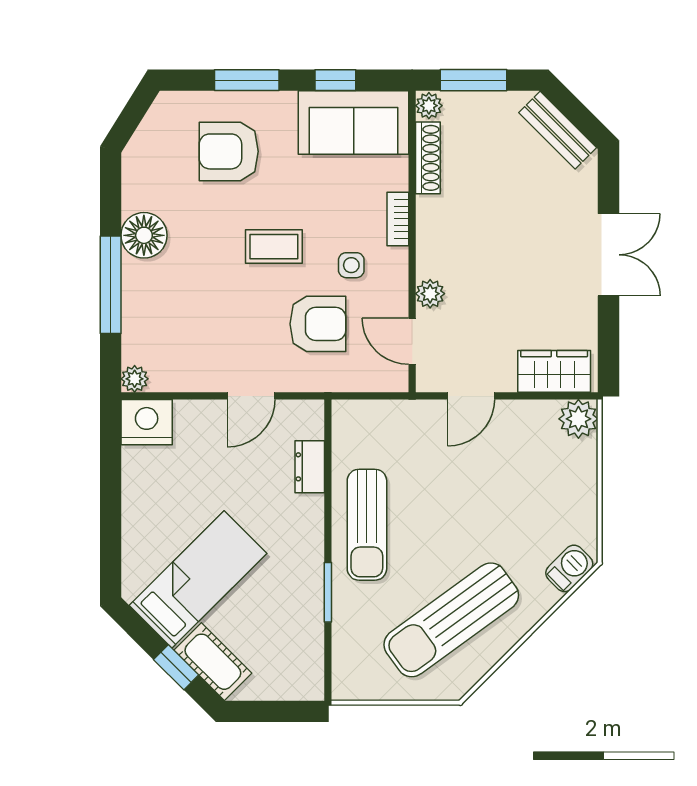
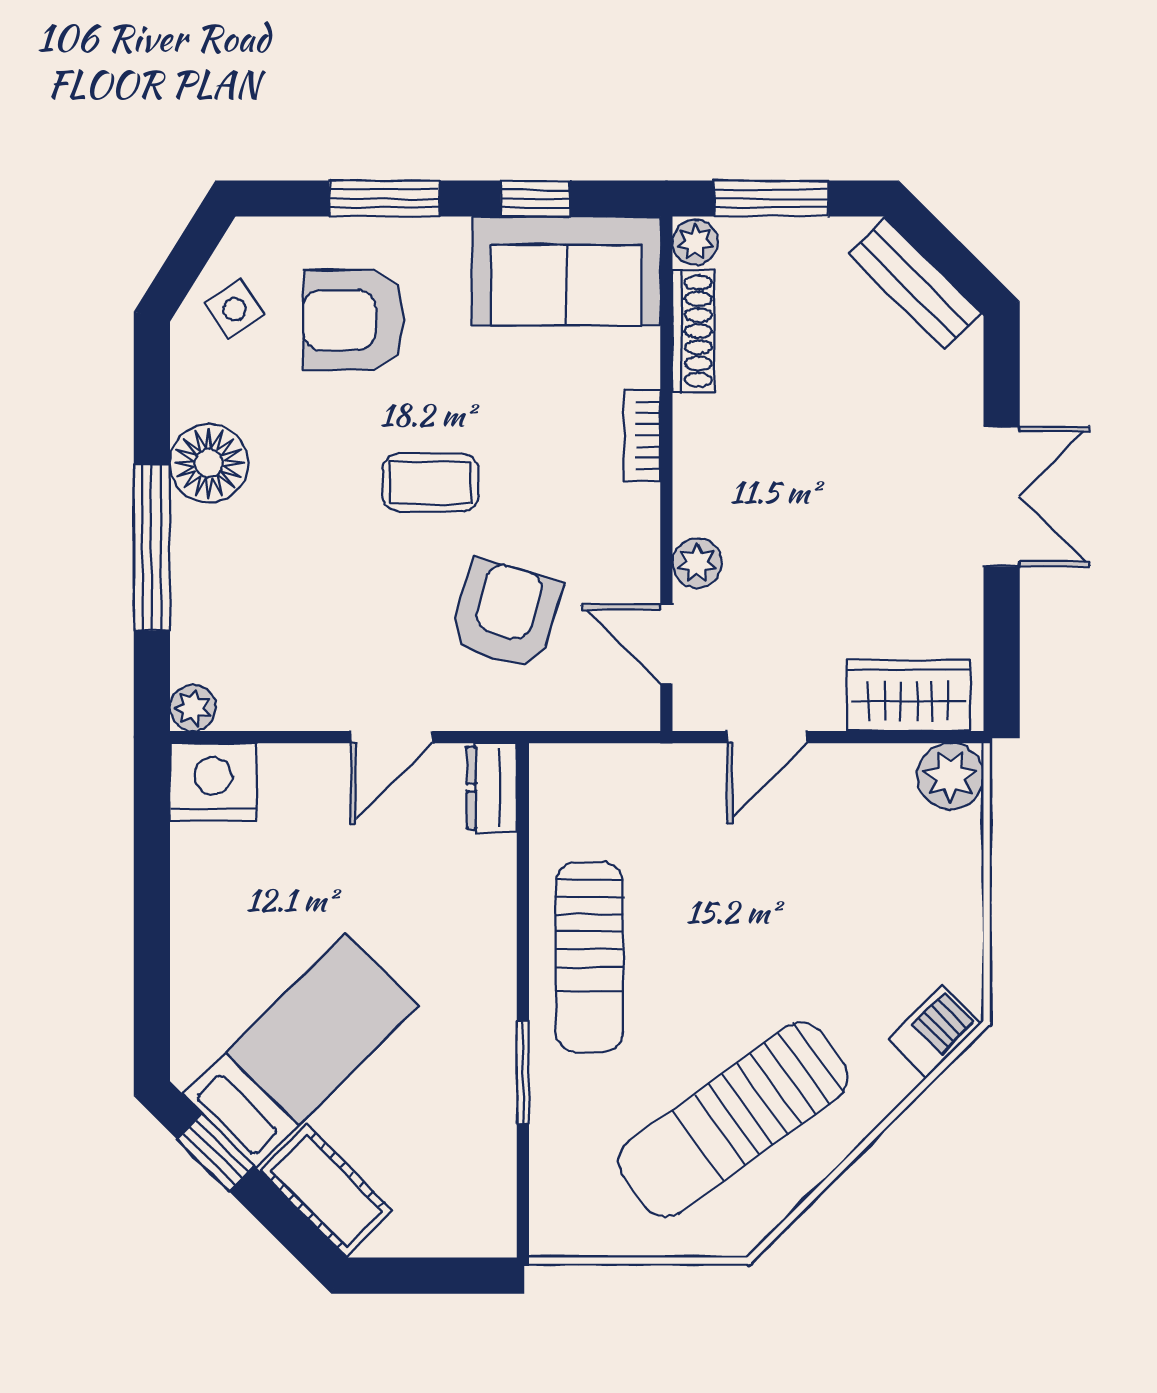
side table: (351, 265) -> (235, 309), moved, turned -33
armchair: (318, 324) -> (505, 614), turned -73
dresser: (310, 467) -> (492, 788), moved
window: (176, 667) -> (216, 1153), moved

